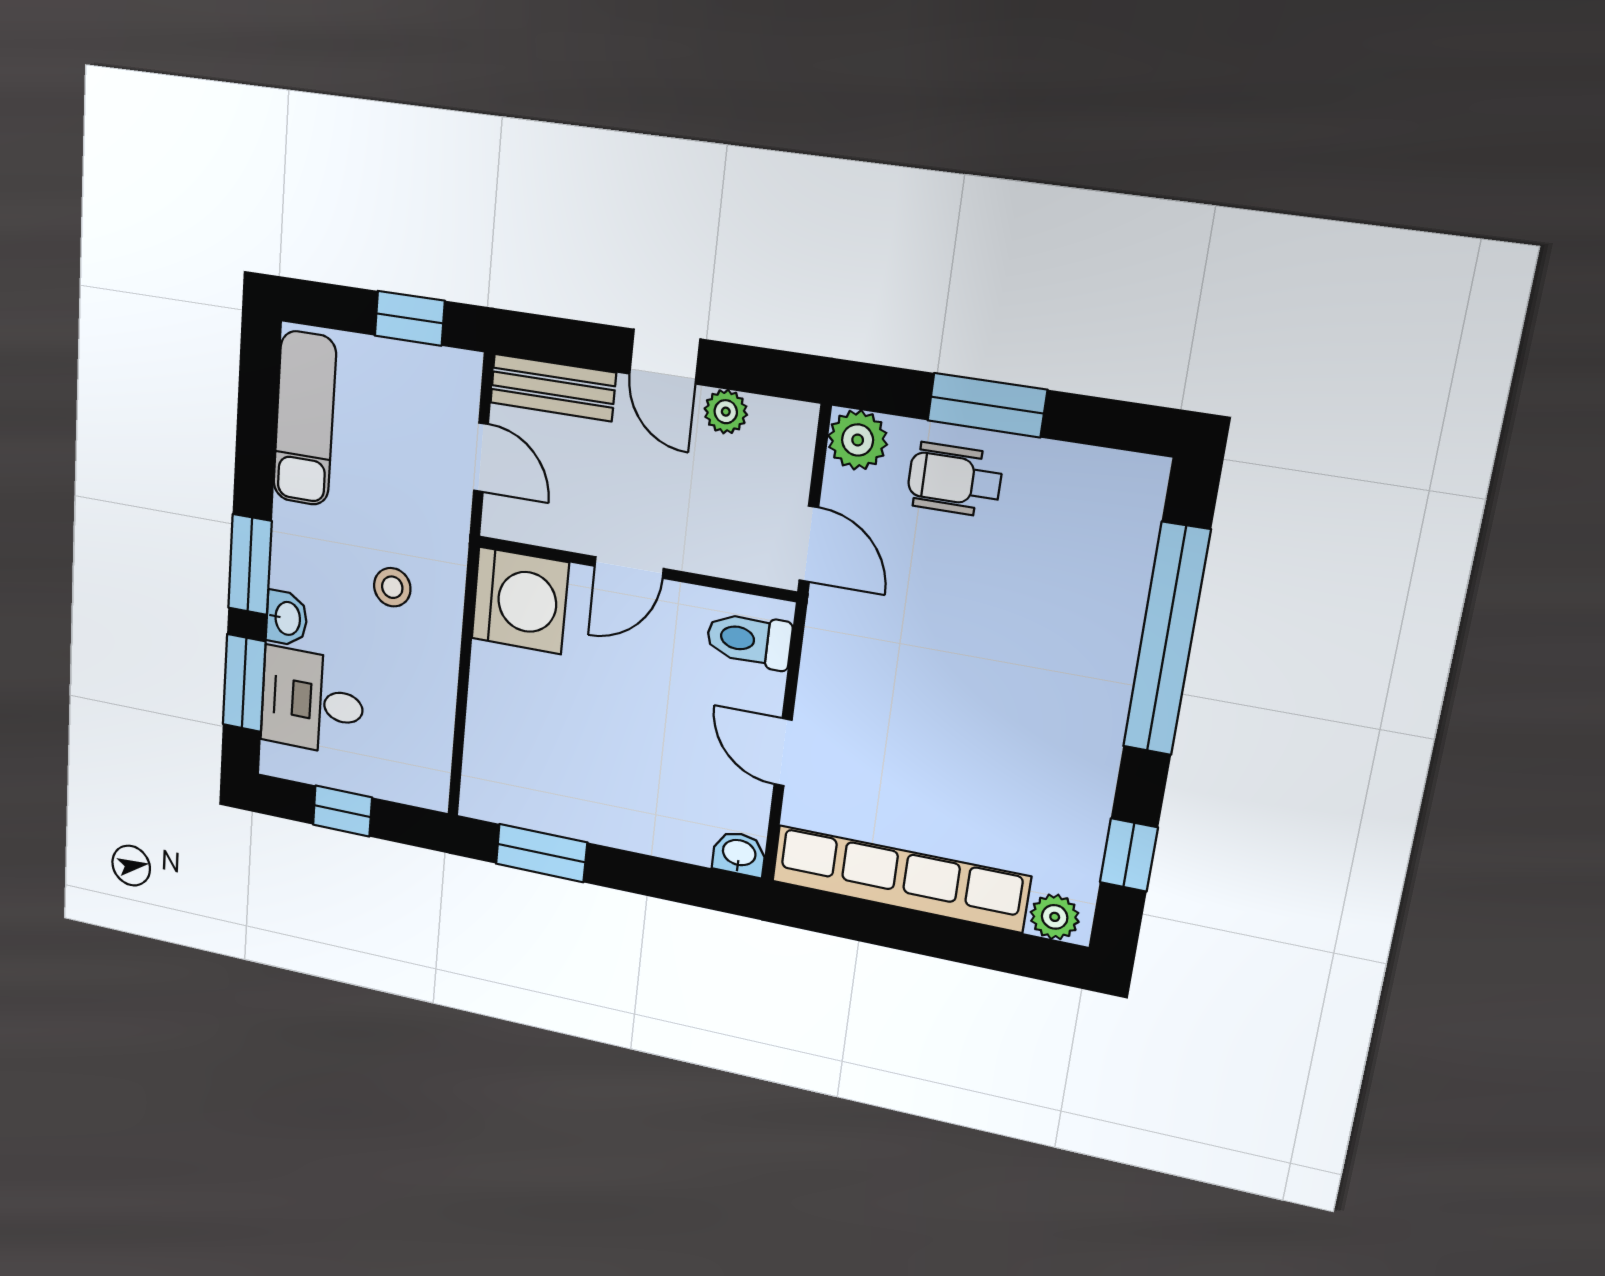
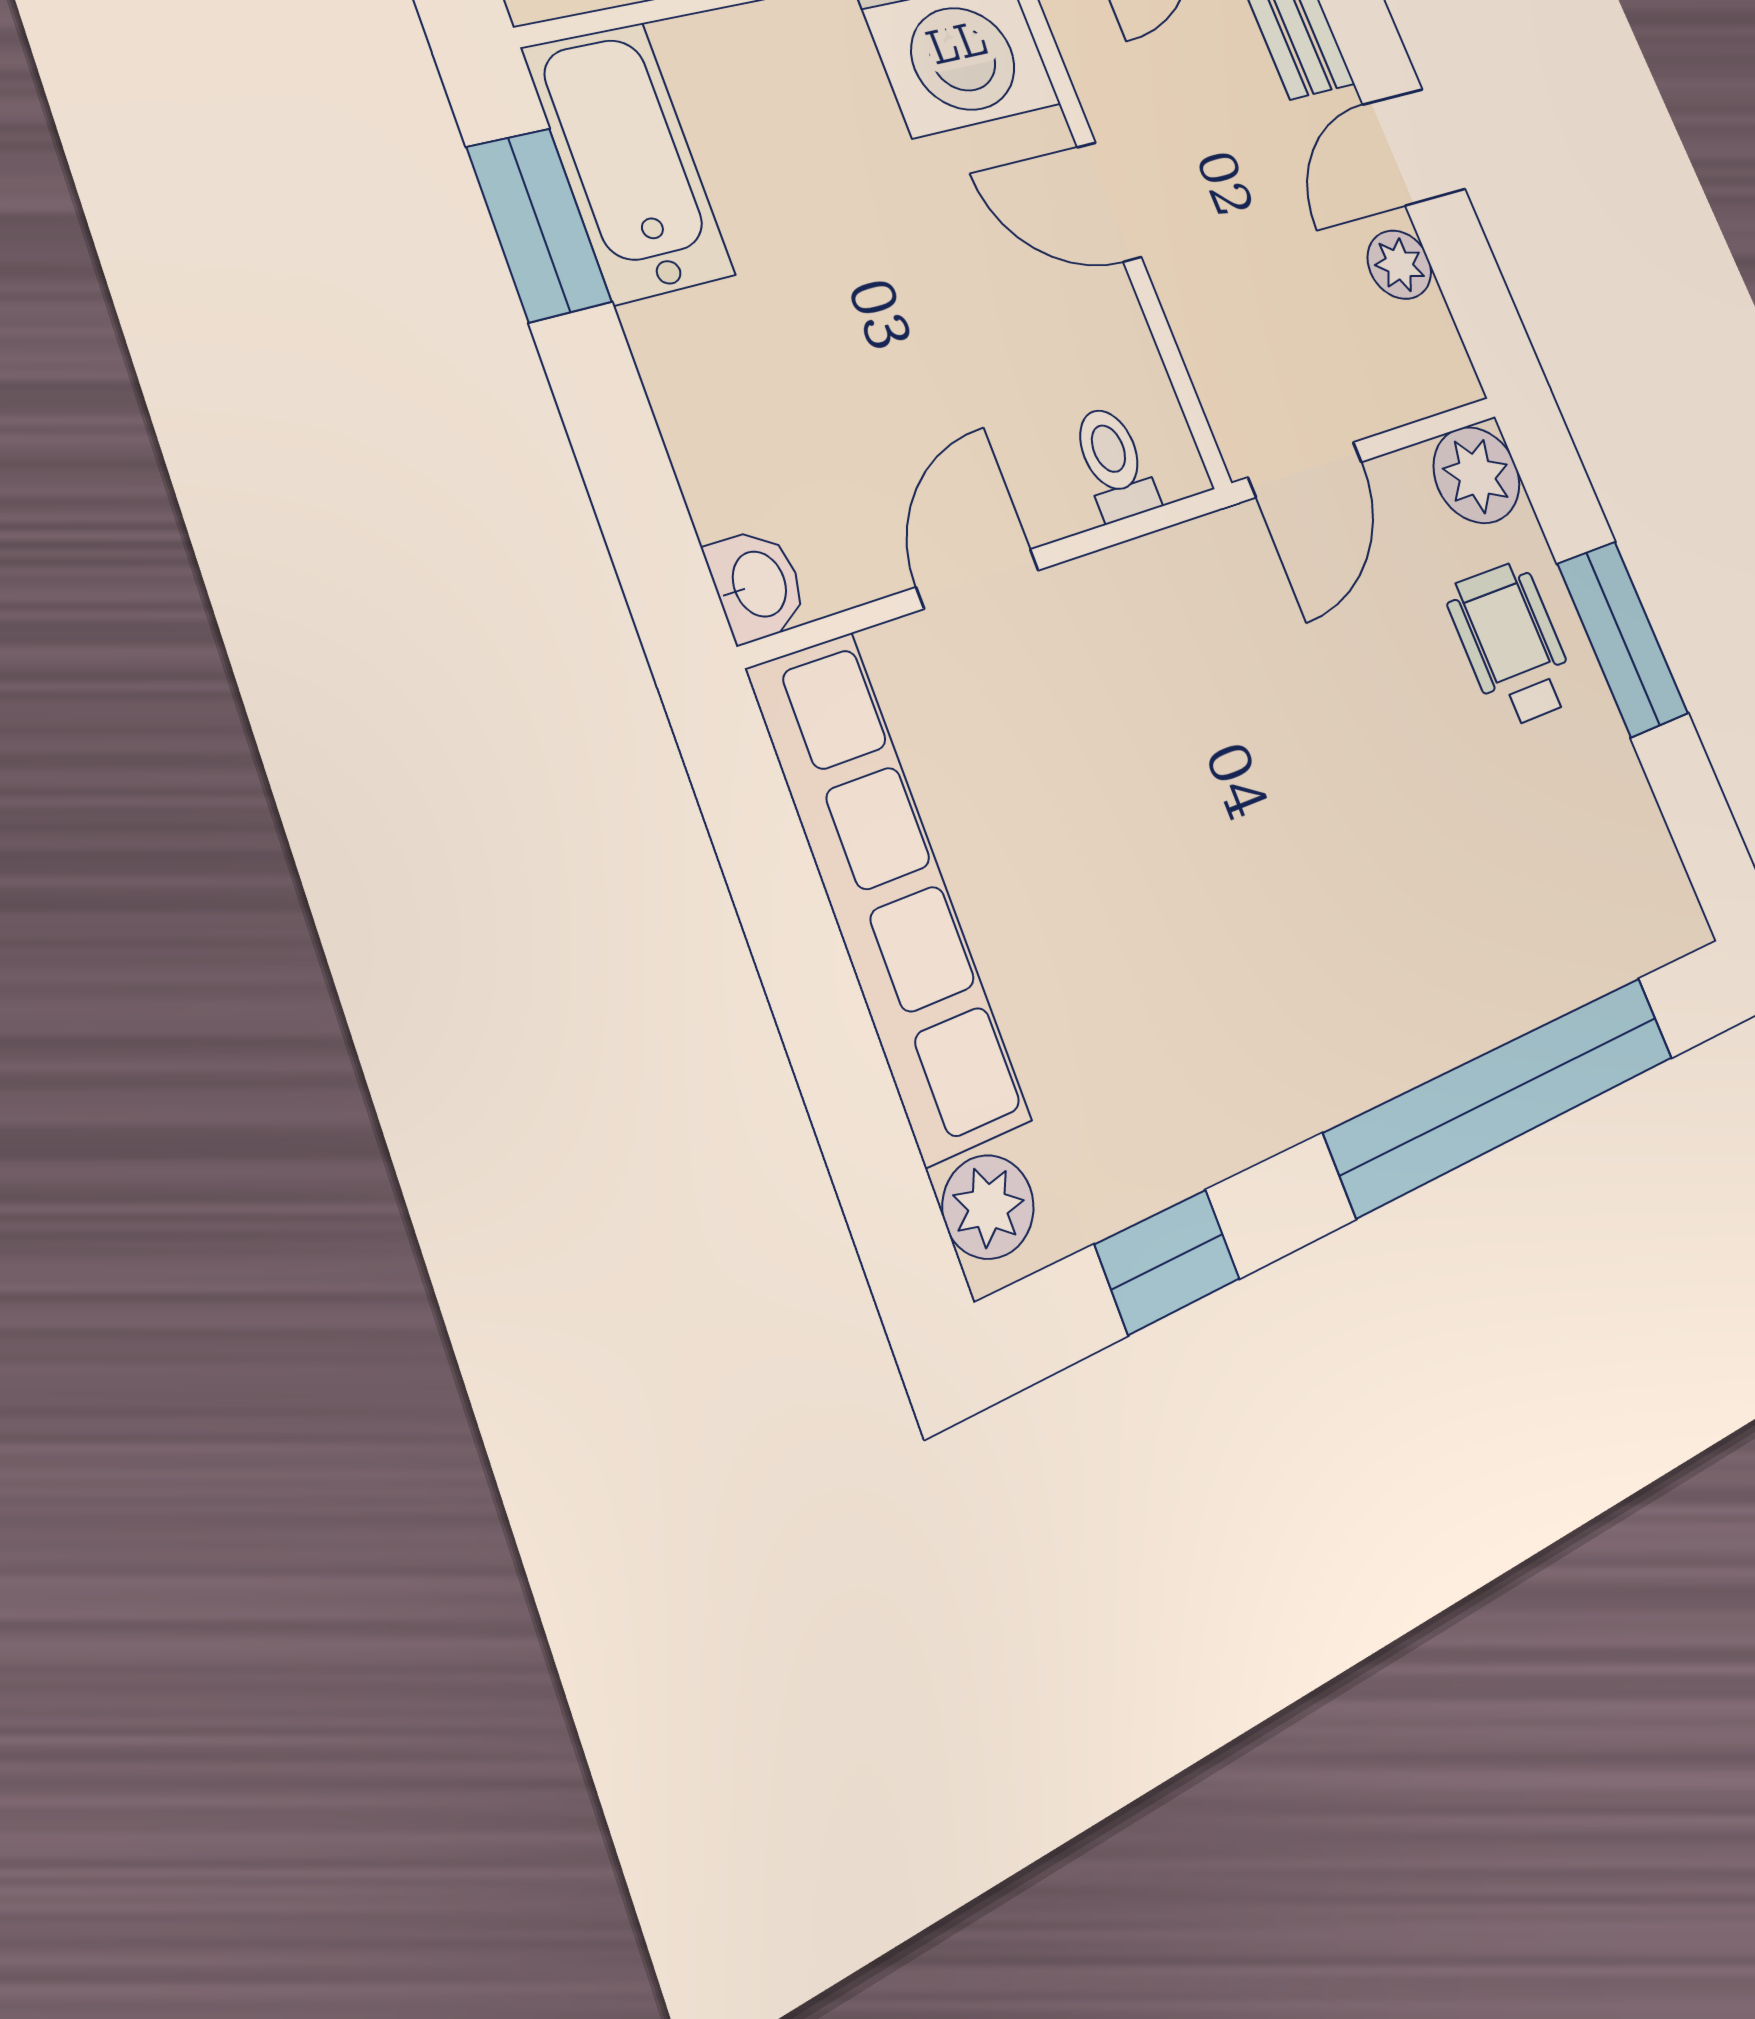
toilet: (749, 640) -> (1114, 463), width x0.73, depth x0.72
bathtub: (526, 798) -> (628, 162), added

